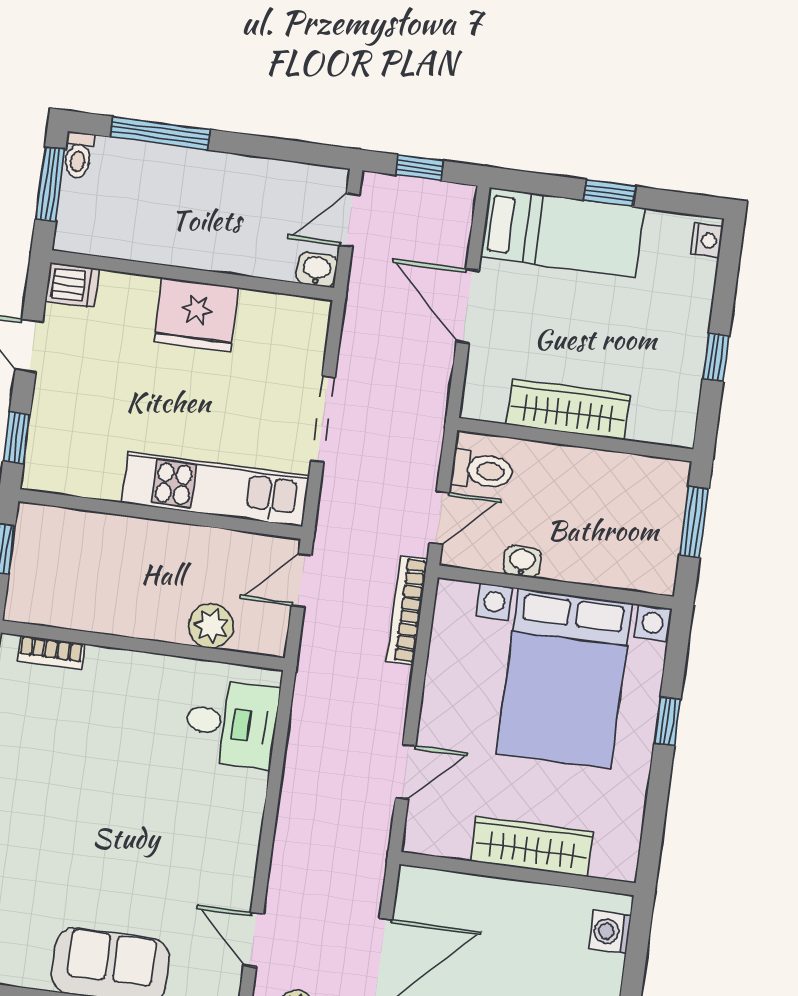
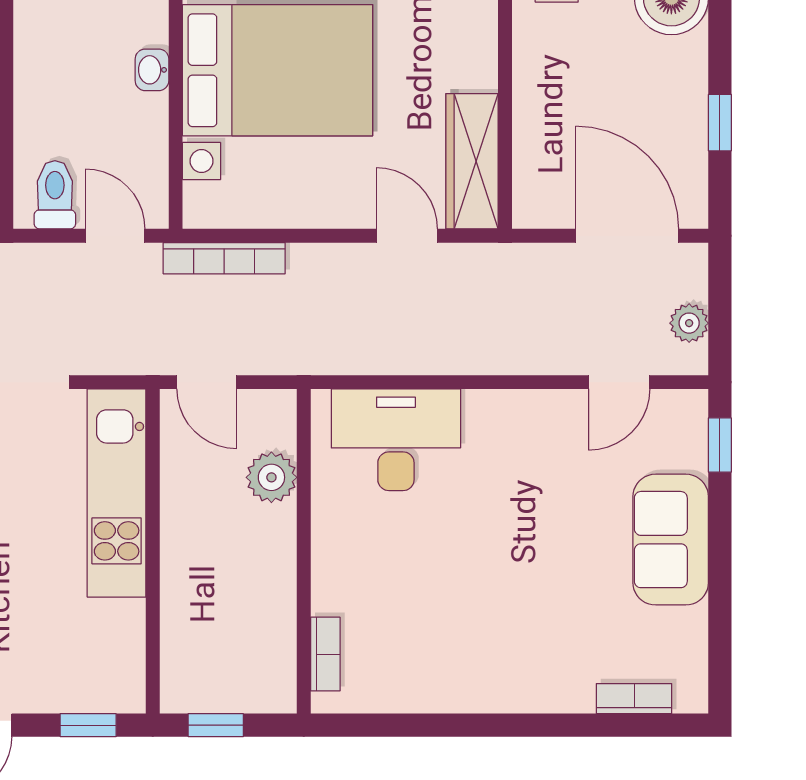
washbasin: (522, 562) -> (152, 70), moved
desk: (231, 723) -> (396, 440), width x1.37
wardrobe: (532, 846) -> (472, 161), moved

